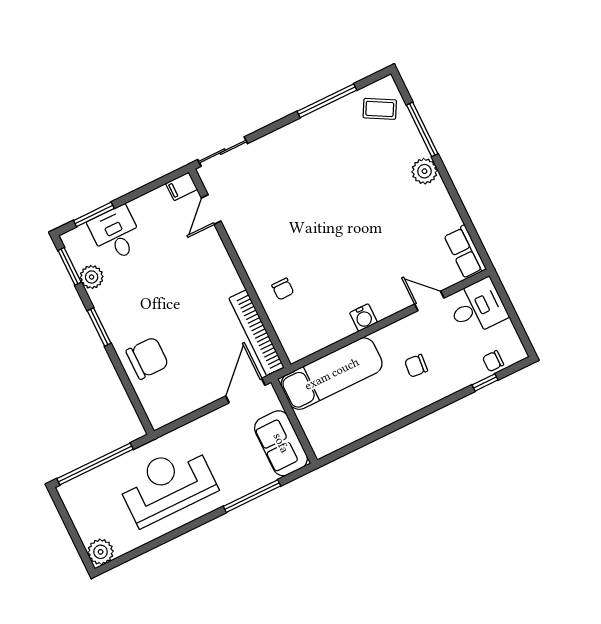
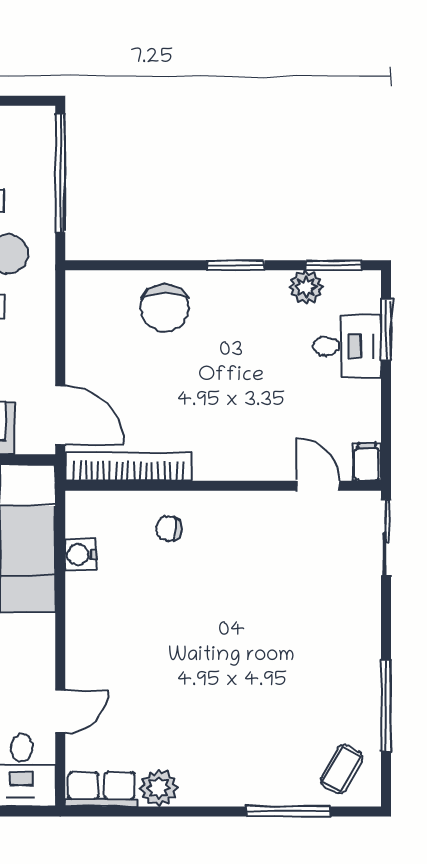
plant: (424, 171) -> (159, 788), moved
water cooler: (363, 318) -> (80, 555), moved

